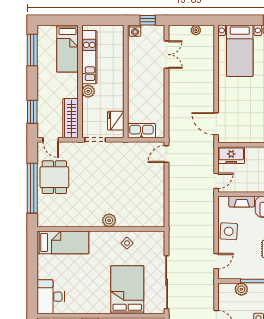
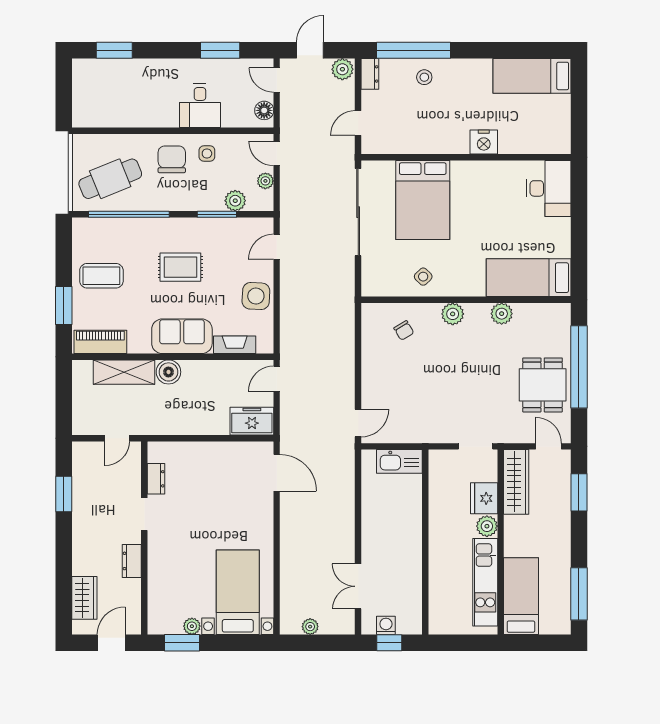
washing machine: (135, 31) -> (386, 625), moved
fridge: (116, 121) -> (484, 498), moved, turned 180
chair: (139, 210) -> (404, 330), added
plant: (79, 221) -> (502, 314), added
plant: (223, 301) -> (265, 181), added

